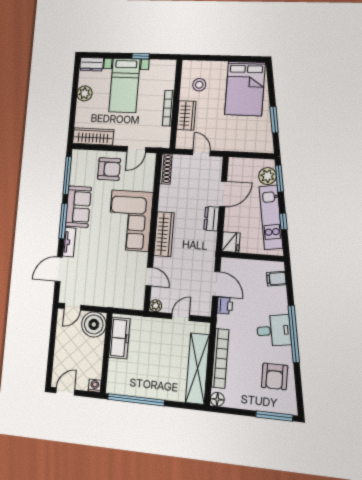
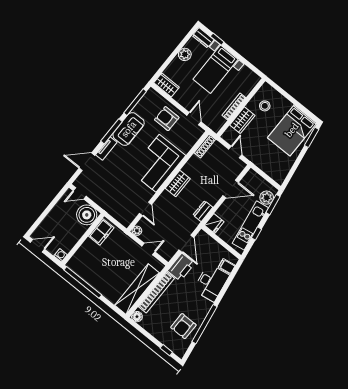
window: (141, 56) -> (217, 39), moved
window: (274, 120) -> (312, 137), moved
wardrobe: (93, 137) -> (166, 85), width x0.67
door: (136, 149) -> (194, 119), swing flipped
armchair: (109, 169) -> (167, 119), turned 180
dresser: (212, 219) -> (203, 211), moved
wardrobe: (164, 234) -> (178, 183), width x0.67
printer: (225, 306) -> (181, 267), width x1.87, depth x1.48
desk: (274, 331) -> (211, 283), moved, width x1.37
window: (294, 334) -> (204, 324), moved
freezer: (119, 338) -> (101, 232), width x0.71
window: (274, 416) -> (166, 350), width x0.46

